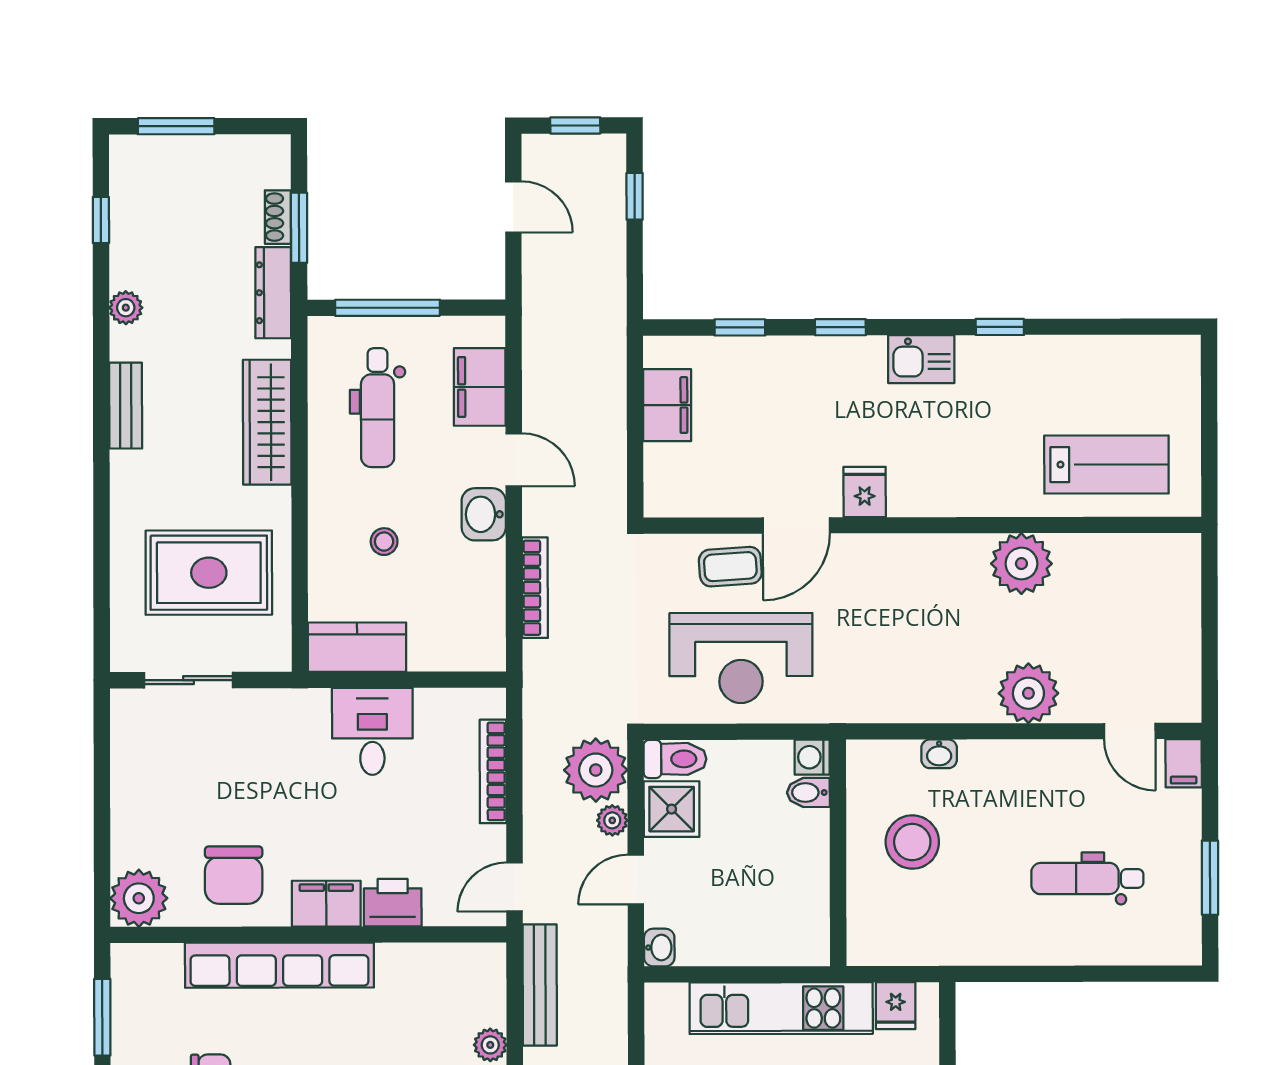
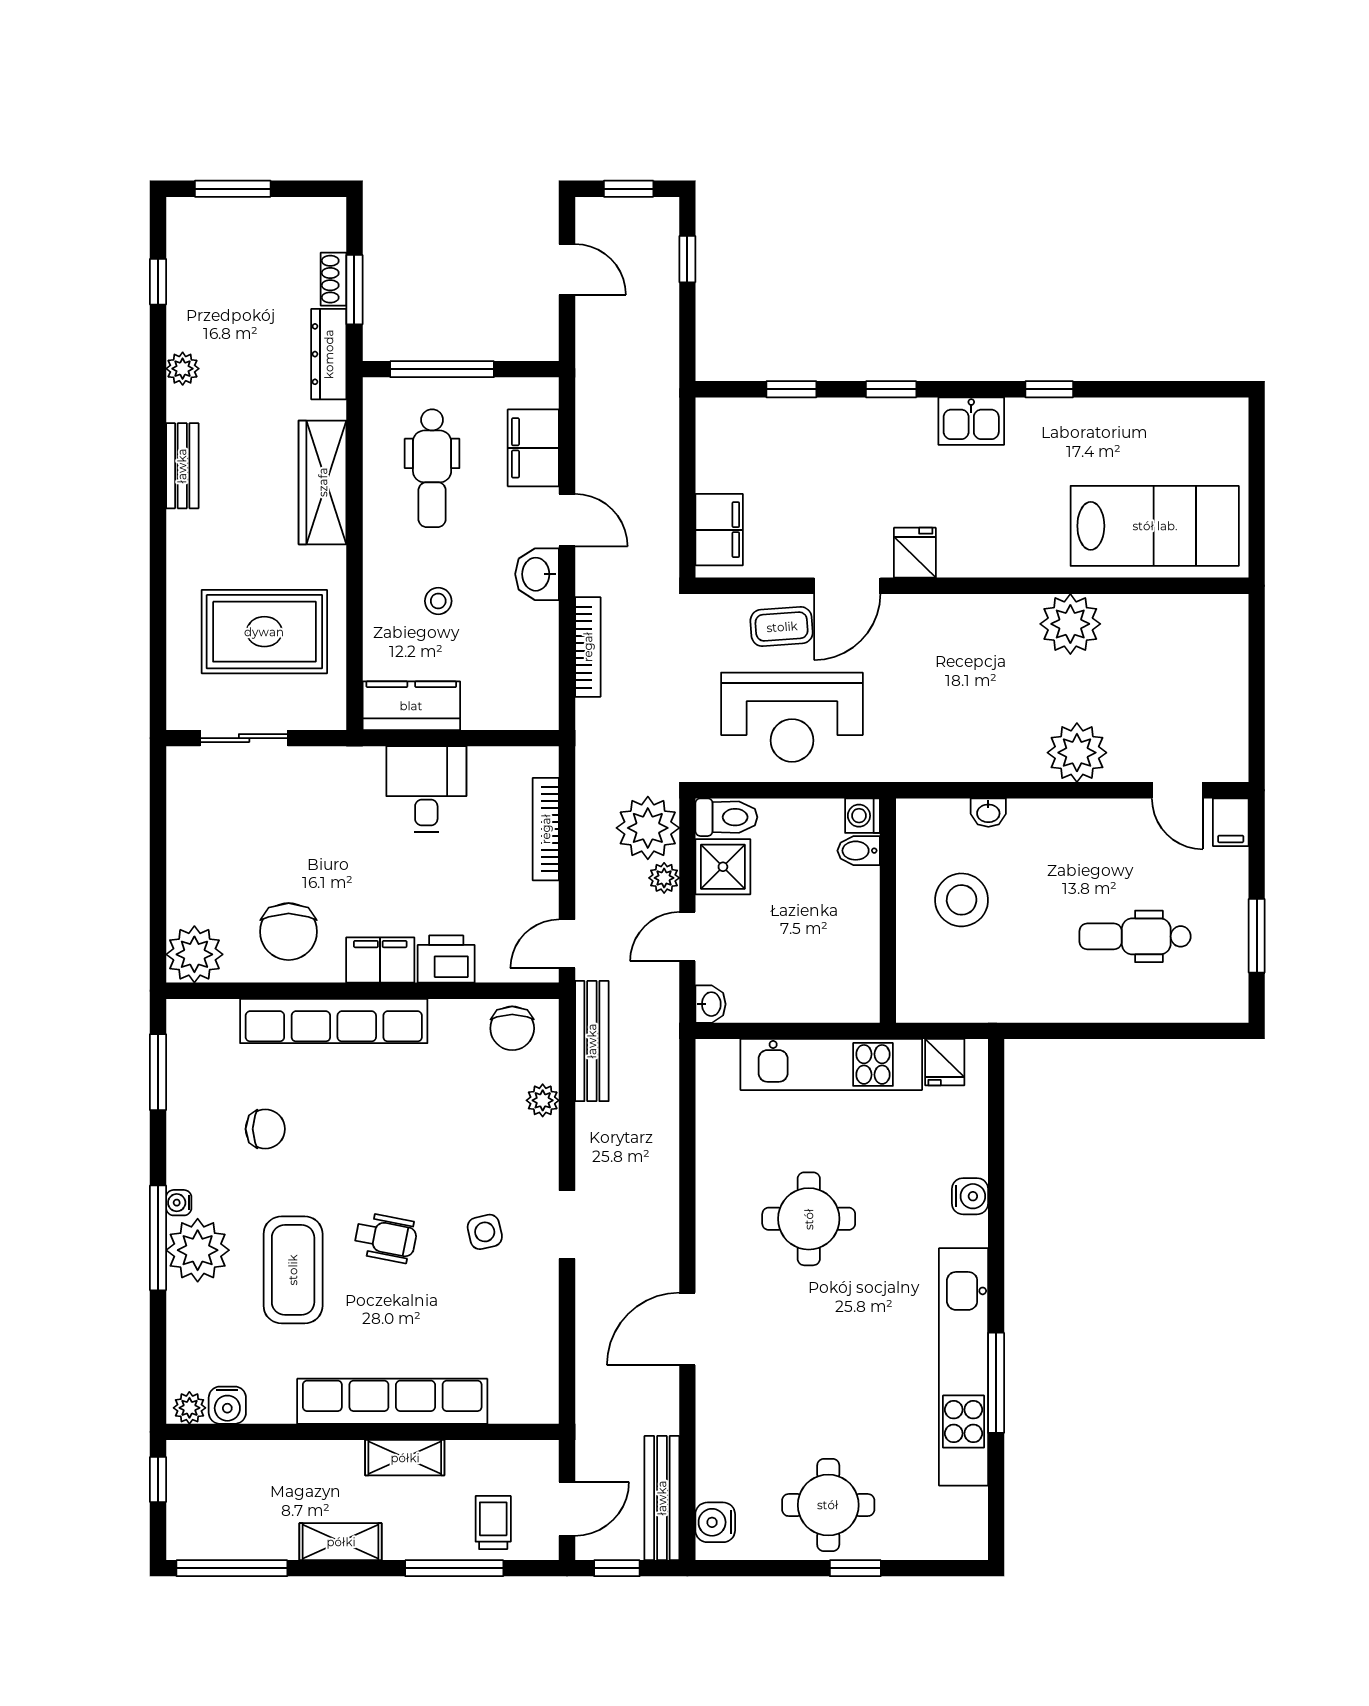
filing cabinet: (667, 405) -> (719, 530), moved
lab bench: (1106, 465) -> (1155, 526), width x1.36, depth x1.39
chair: (459, 972) -> (512, 1028), added

